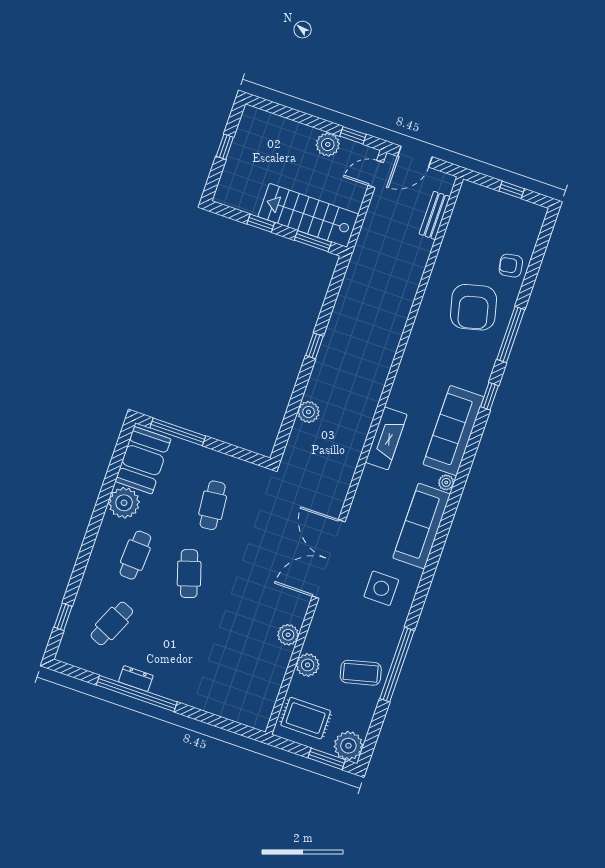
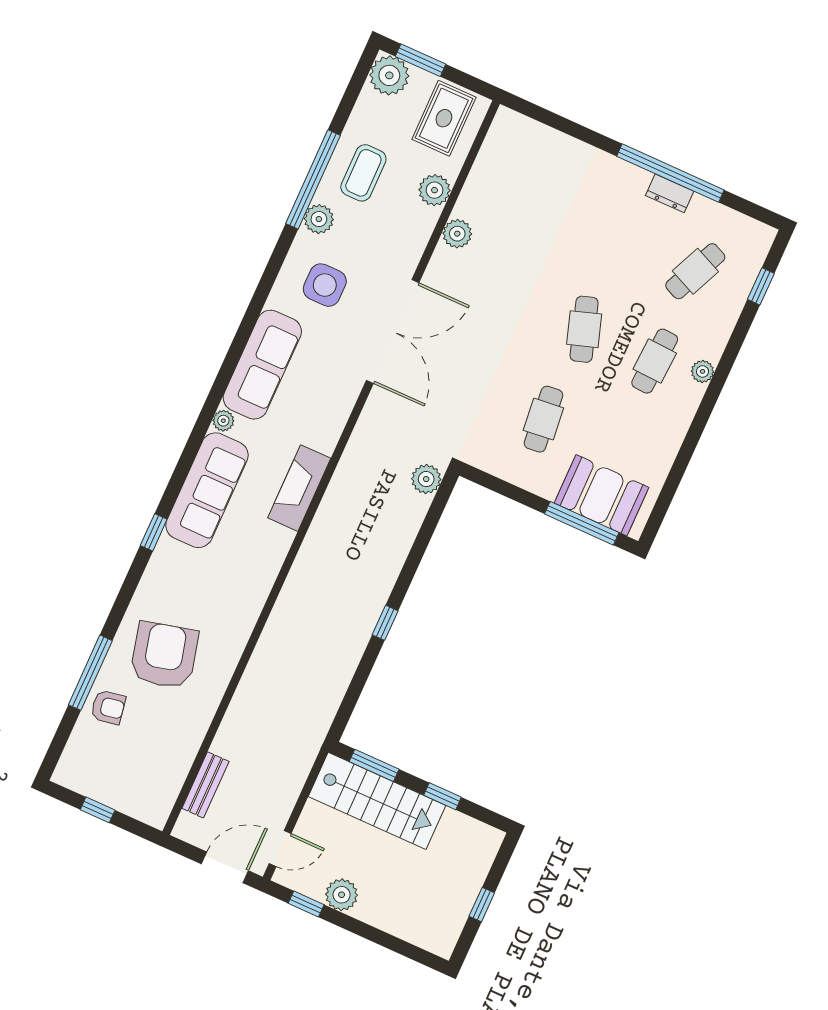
window: (511, 334) -> (90, 673), moved
plant: (308, 412) -> (426, 479), moved
booth: (143, 460) -> (601, 495), moved, turned 90
plant: (124, 503) -> (702, 371), moved, width x0.53, depth x0.53
plant: (390, 636) -> (319, 219), added
coffee table: (361, 673) -> (363, 173), turned -76
rug: (306, 718) -> (444, 118), turned 90

